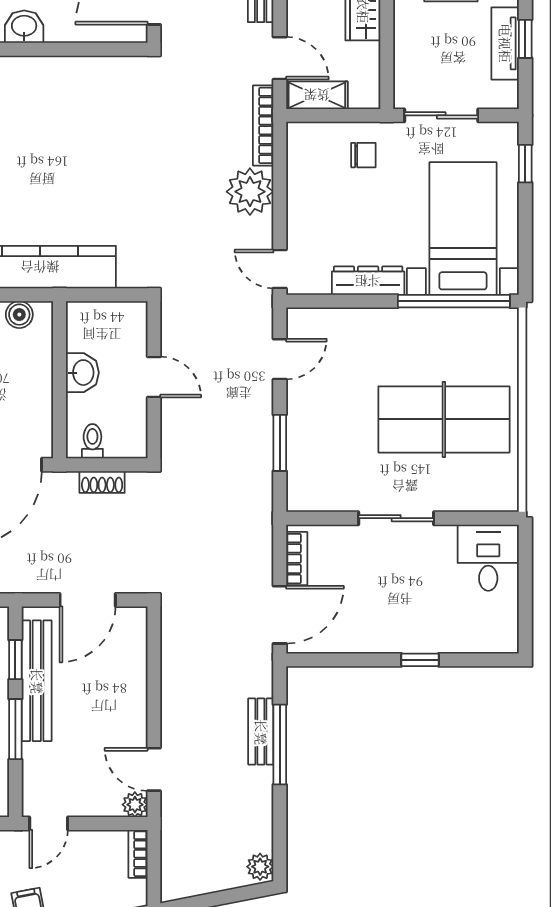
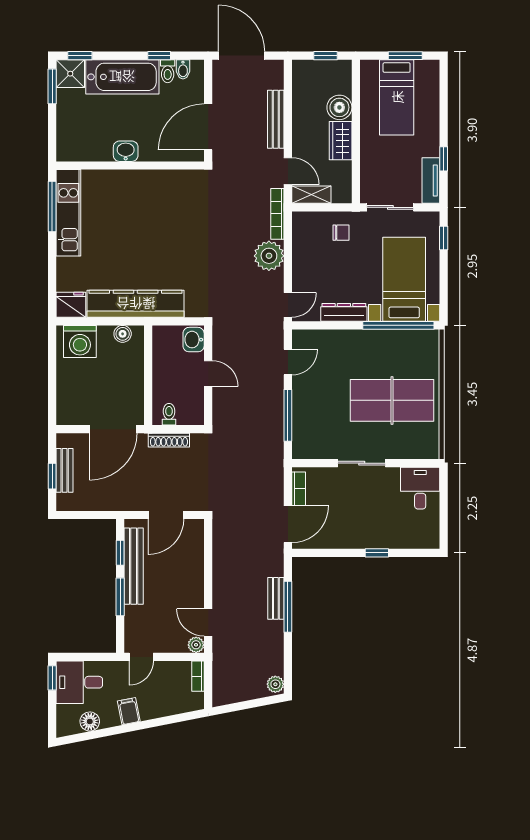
tv unit: (505, 43) -> (431, 181), moved
door: (280, 269) -> (288, 305), swing flipped
washbasin: (82, 373) -> (194, 340), moved, turned 180
window: (280, 443) -> (288, 415), width x1.44
shoe rack: (102, 482) -> (169, 440), width x1.43

